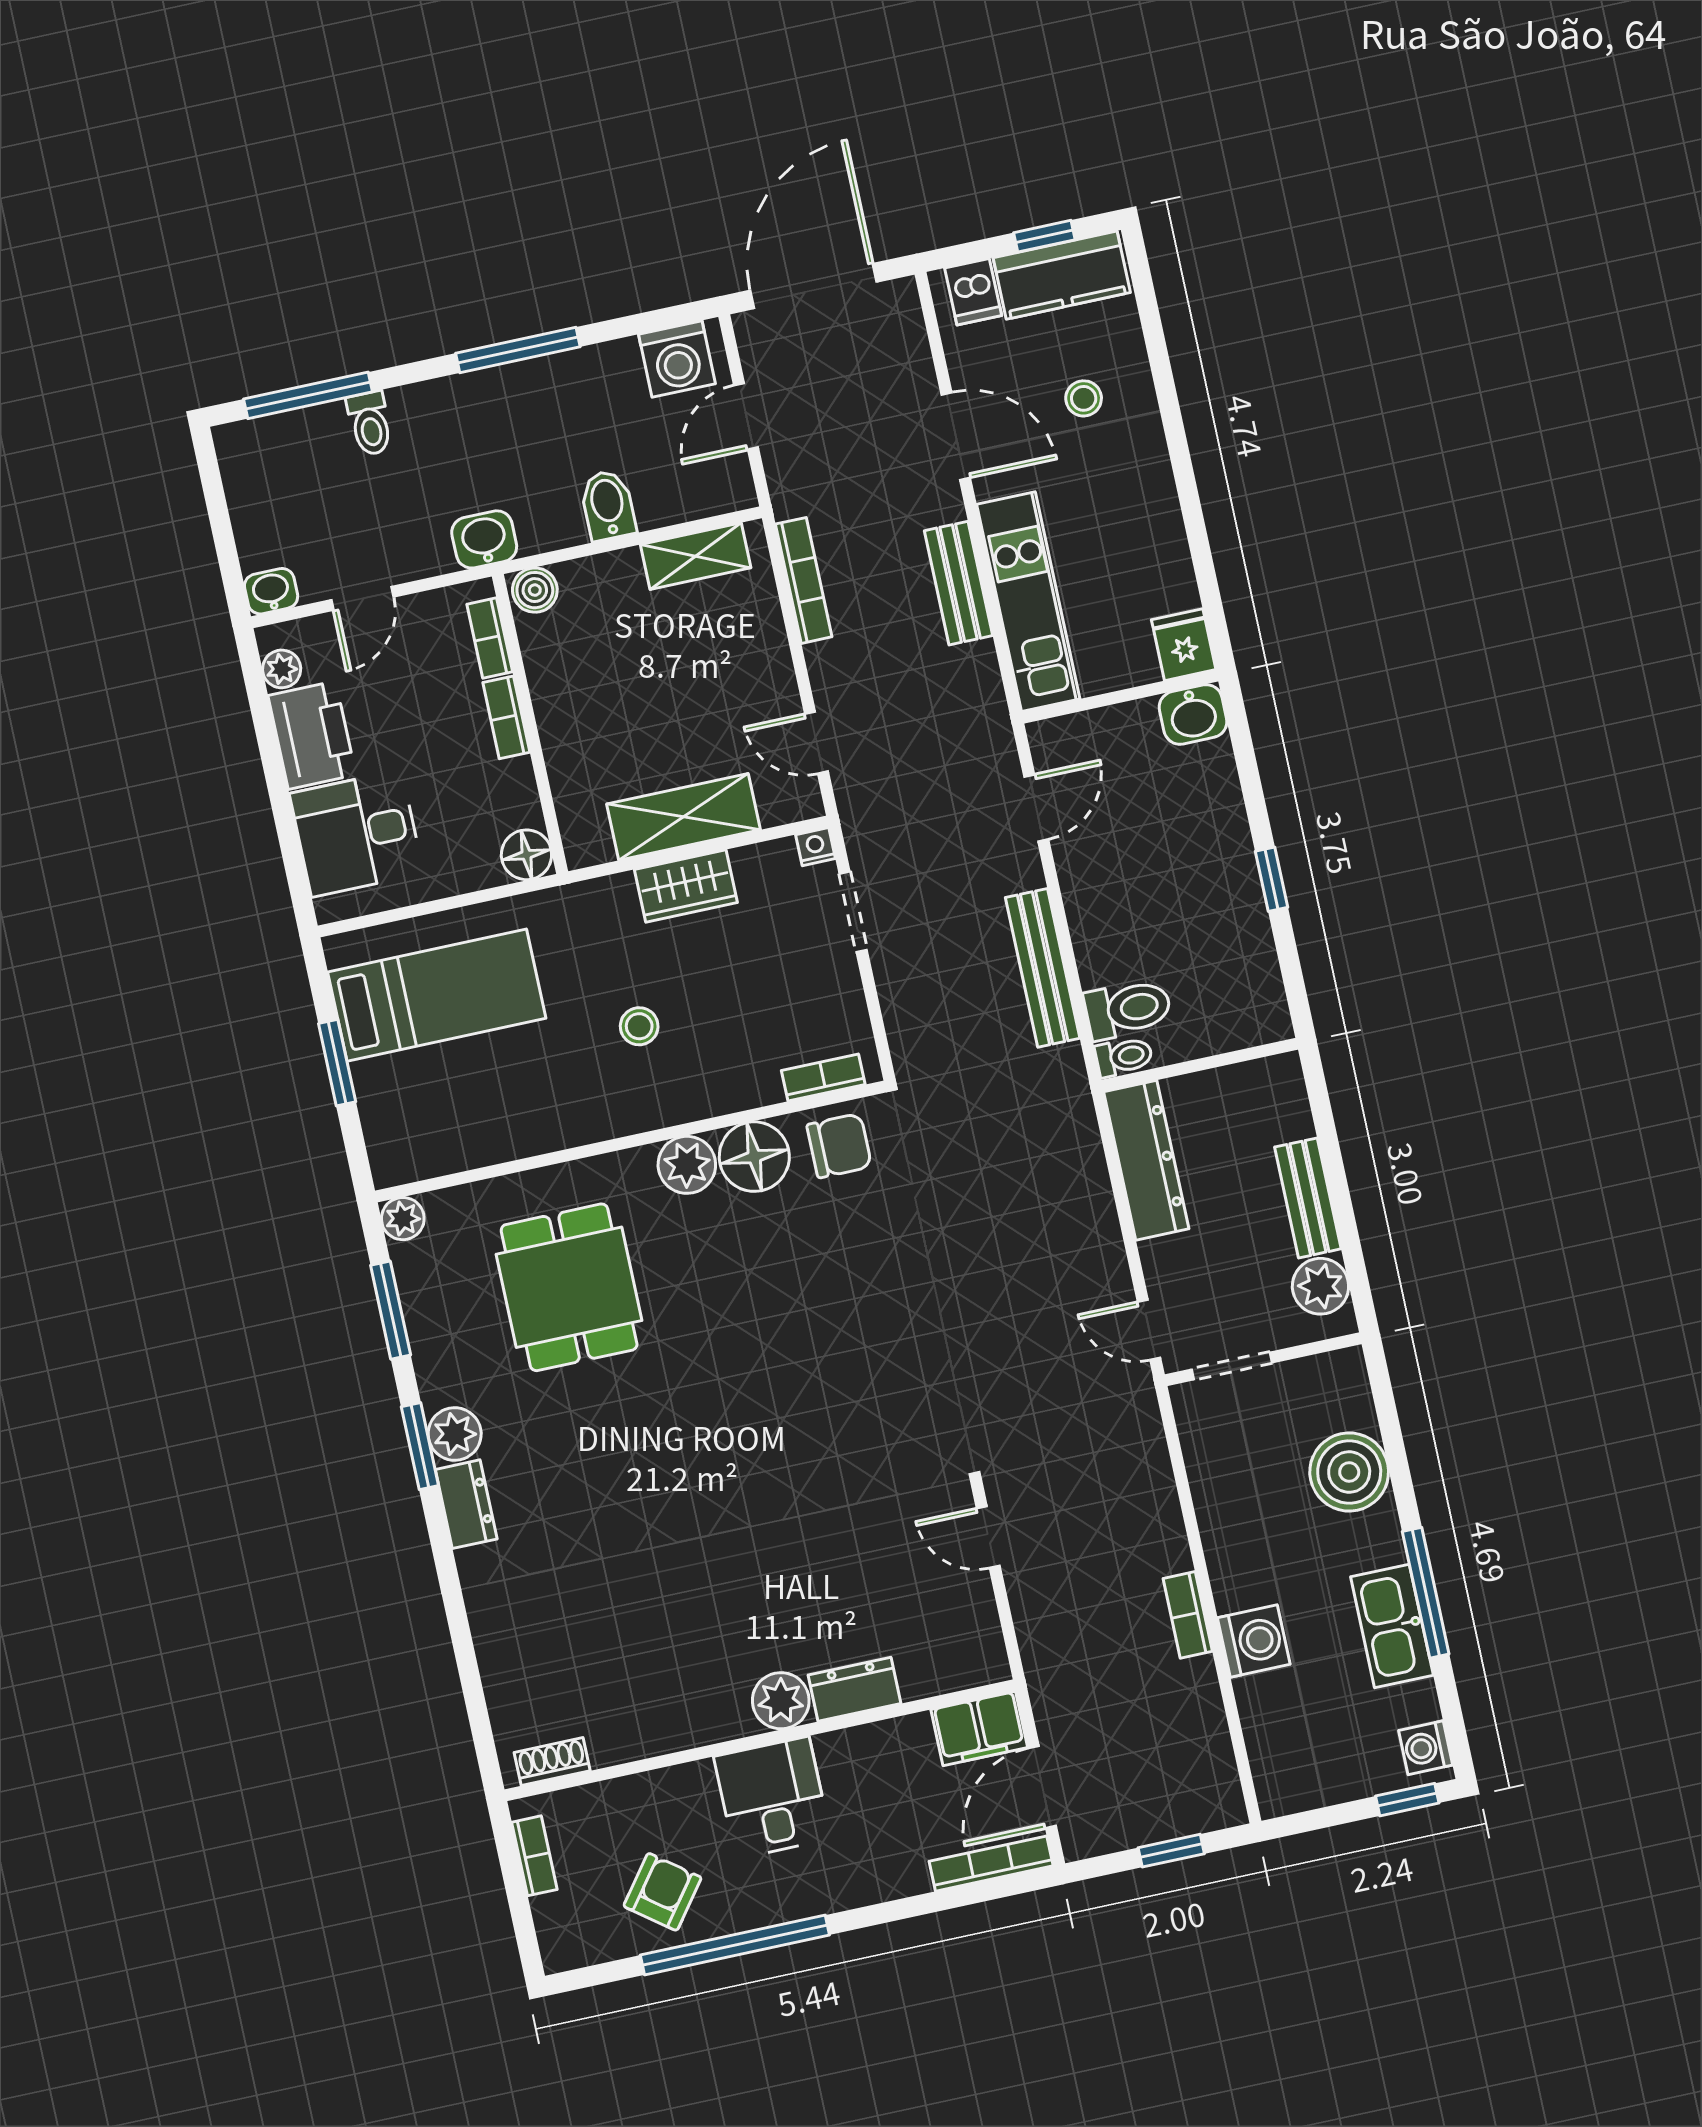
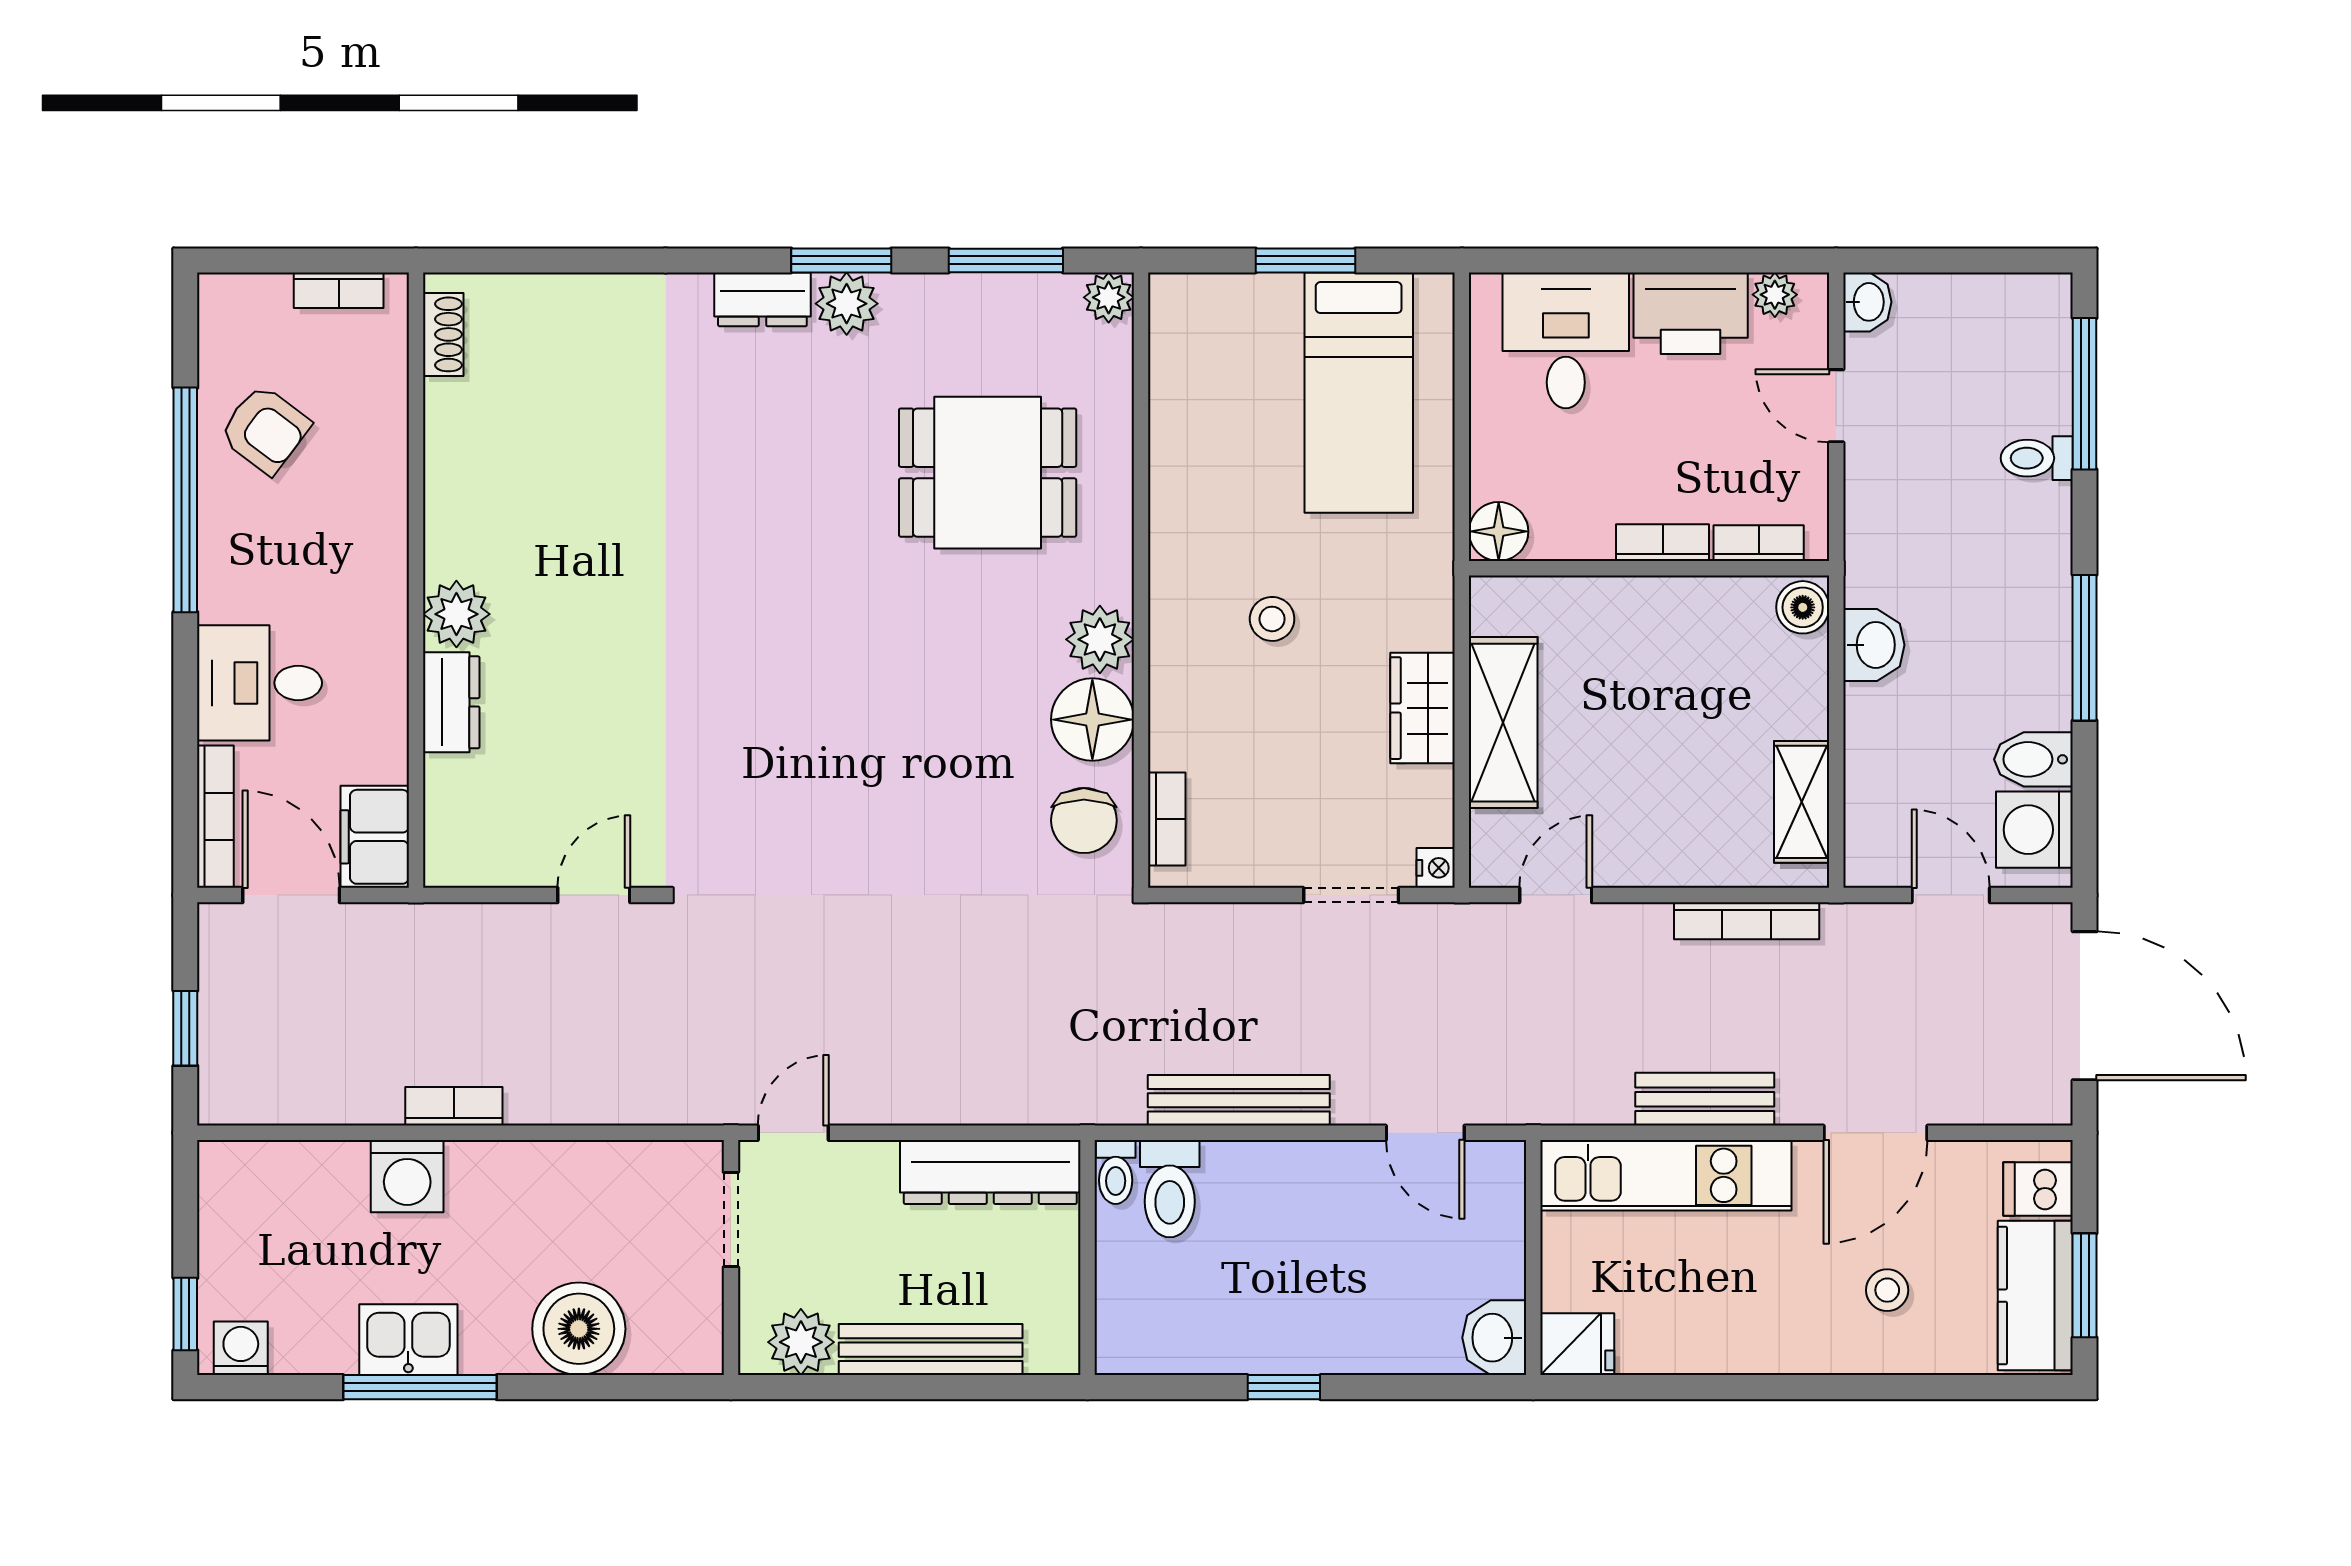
window: (1044, 236) -> (2085, 1285), width x1.50
bidet: (608, 505) -> (2033, 759), moved, turned 180
washbasin: (484, 539) -> (1874, 645), moved
bench: (1308, 1198) -> (931, 1350), width x1.36
kitchen sink: (1392, 1626) -> (408, 1340), width x0.73
desk: (772, 1798) -> (260, 683), moved, turned 180

